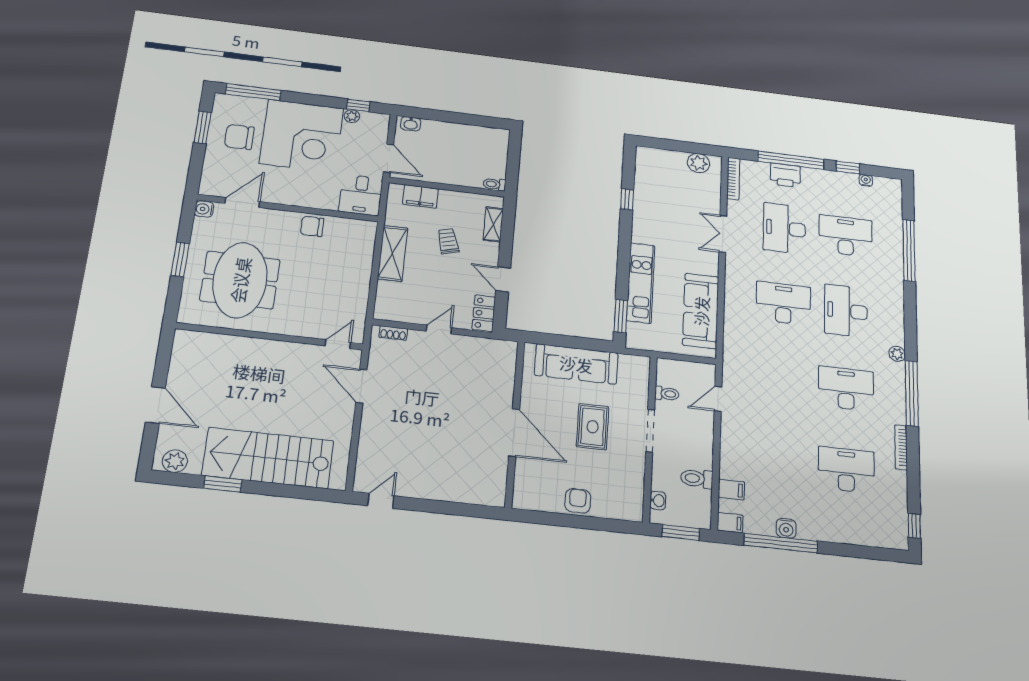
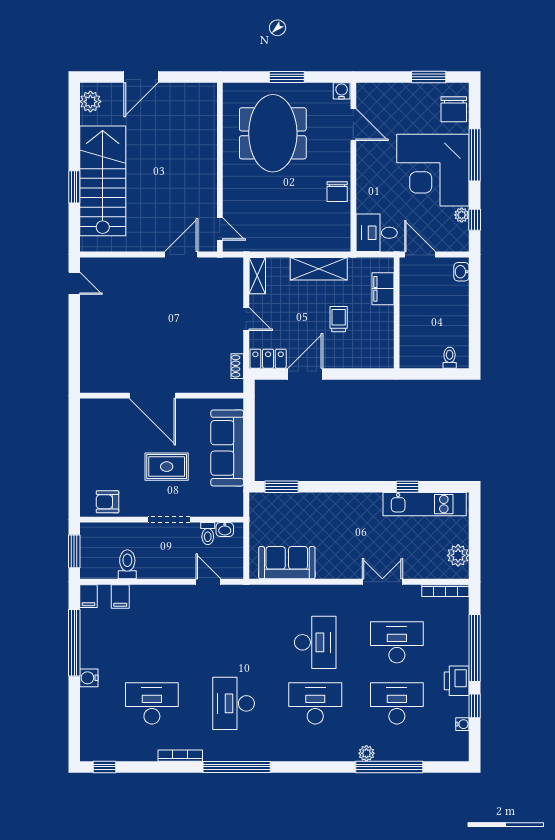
window: (253, 92) -> (475, 155), moved
chair: (239, 137) -> (454, 109), moved, turned 180
door: (388, 158) -> (420, 255), swing flipped
printer: (785, 175) -> (457, 681), moved
toilet: (494, 184) -> (450, 358), moved
shelving: (493, 224) -> (257, 276), moved, turned 90
chair: (312, 226) -> (337, 192), turned 180
desk: (846, 236) -> (397, 703), turned -90
trolley: (448, 241) -> (339, 319), turned -75
door: (503, 279) -> (305, 374), width x1.38
meeting table: (240, 280) -> (273, 133), turned 90
kitchen unit: (641, 283) -> (425, 504), moved
sofa: (701, 311) -> (287, 563), width x0.73
shoe rack: (393, 333) -> (237, 366), moved
plant: (897, 354) -> (366, 753), moved
desk: (846, 389) -> (234, 703), turned 180
door: (514, 433) -> (152, 396), hinge flipped
desk: (846, 470) -> (152, 703), turned -90
window: (223, 484) -> (74, 187), moved
armchair: (578, 501) -> (107, 502), moved, turned 180
washbasin: (658, 501) -> (225, 529), moved
water cooler: (786, 528) -> (89, 678), moved

